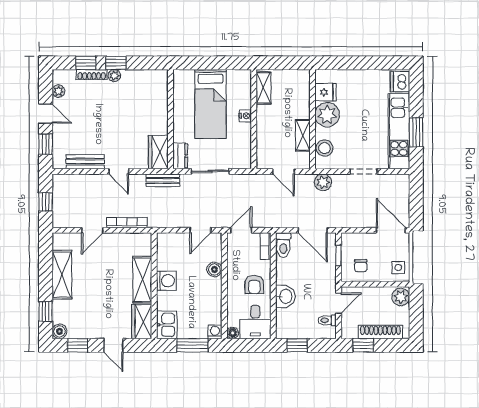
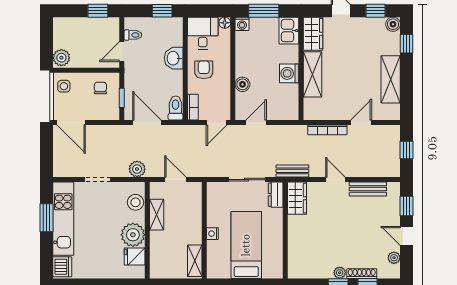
shoe rack: (380, 332) -> (81, 24), removed

